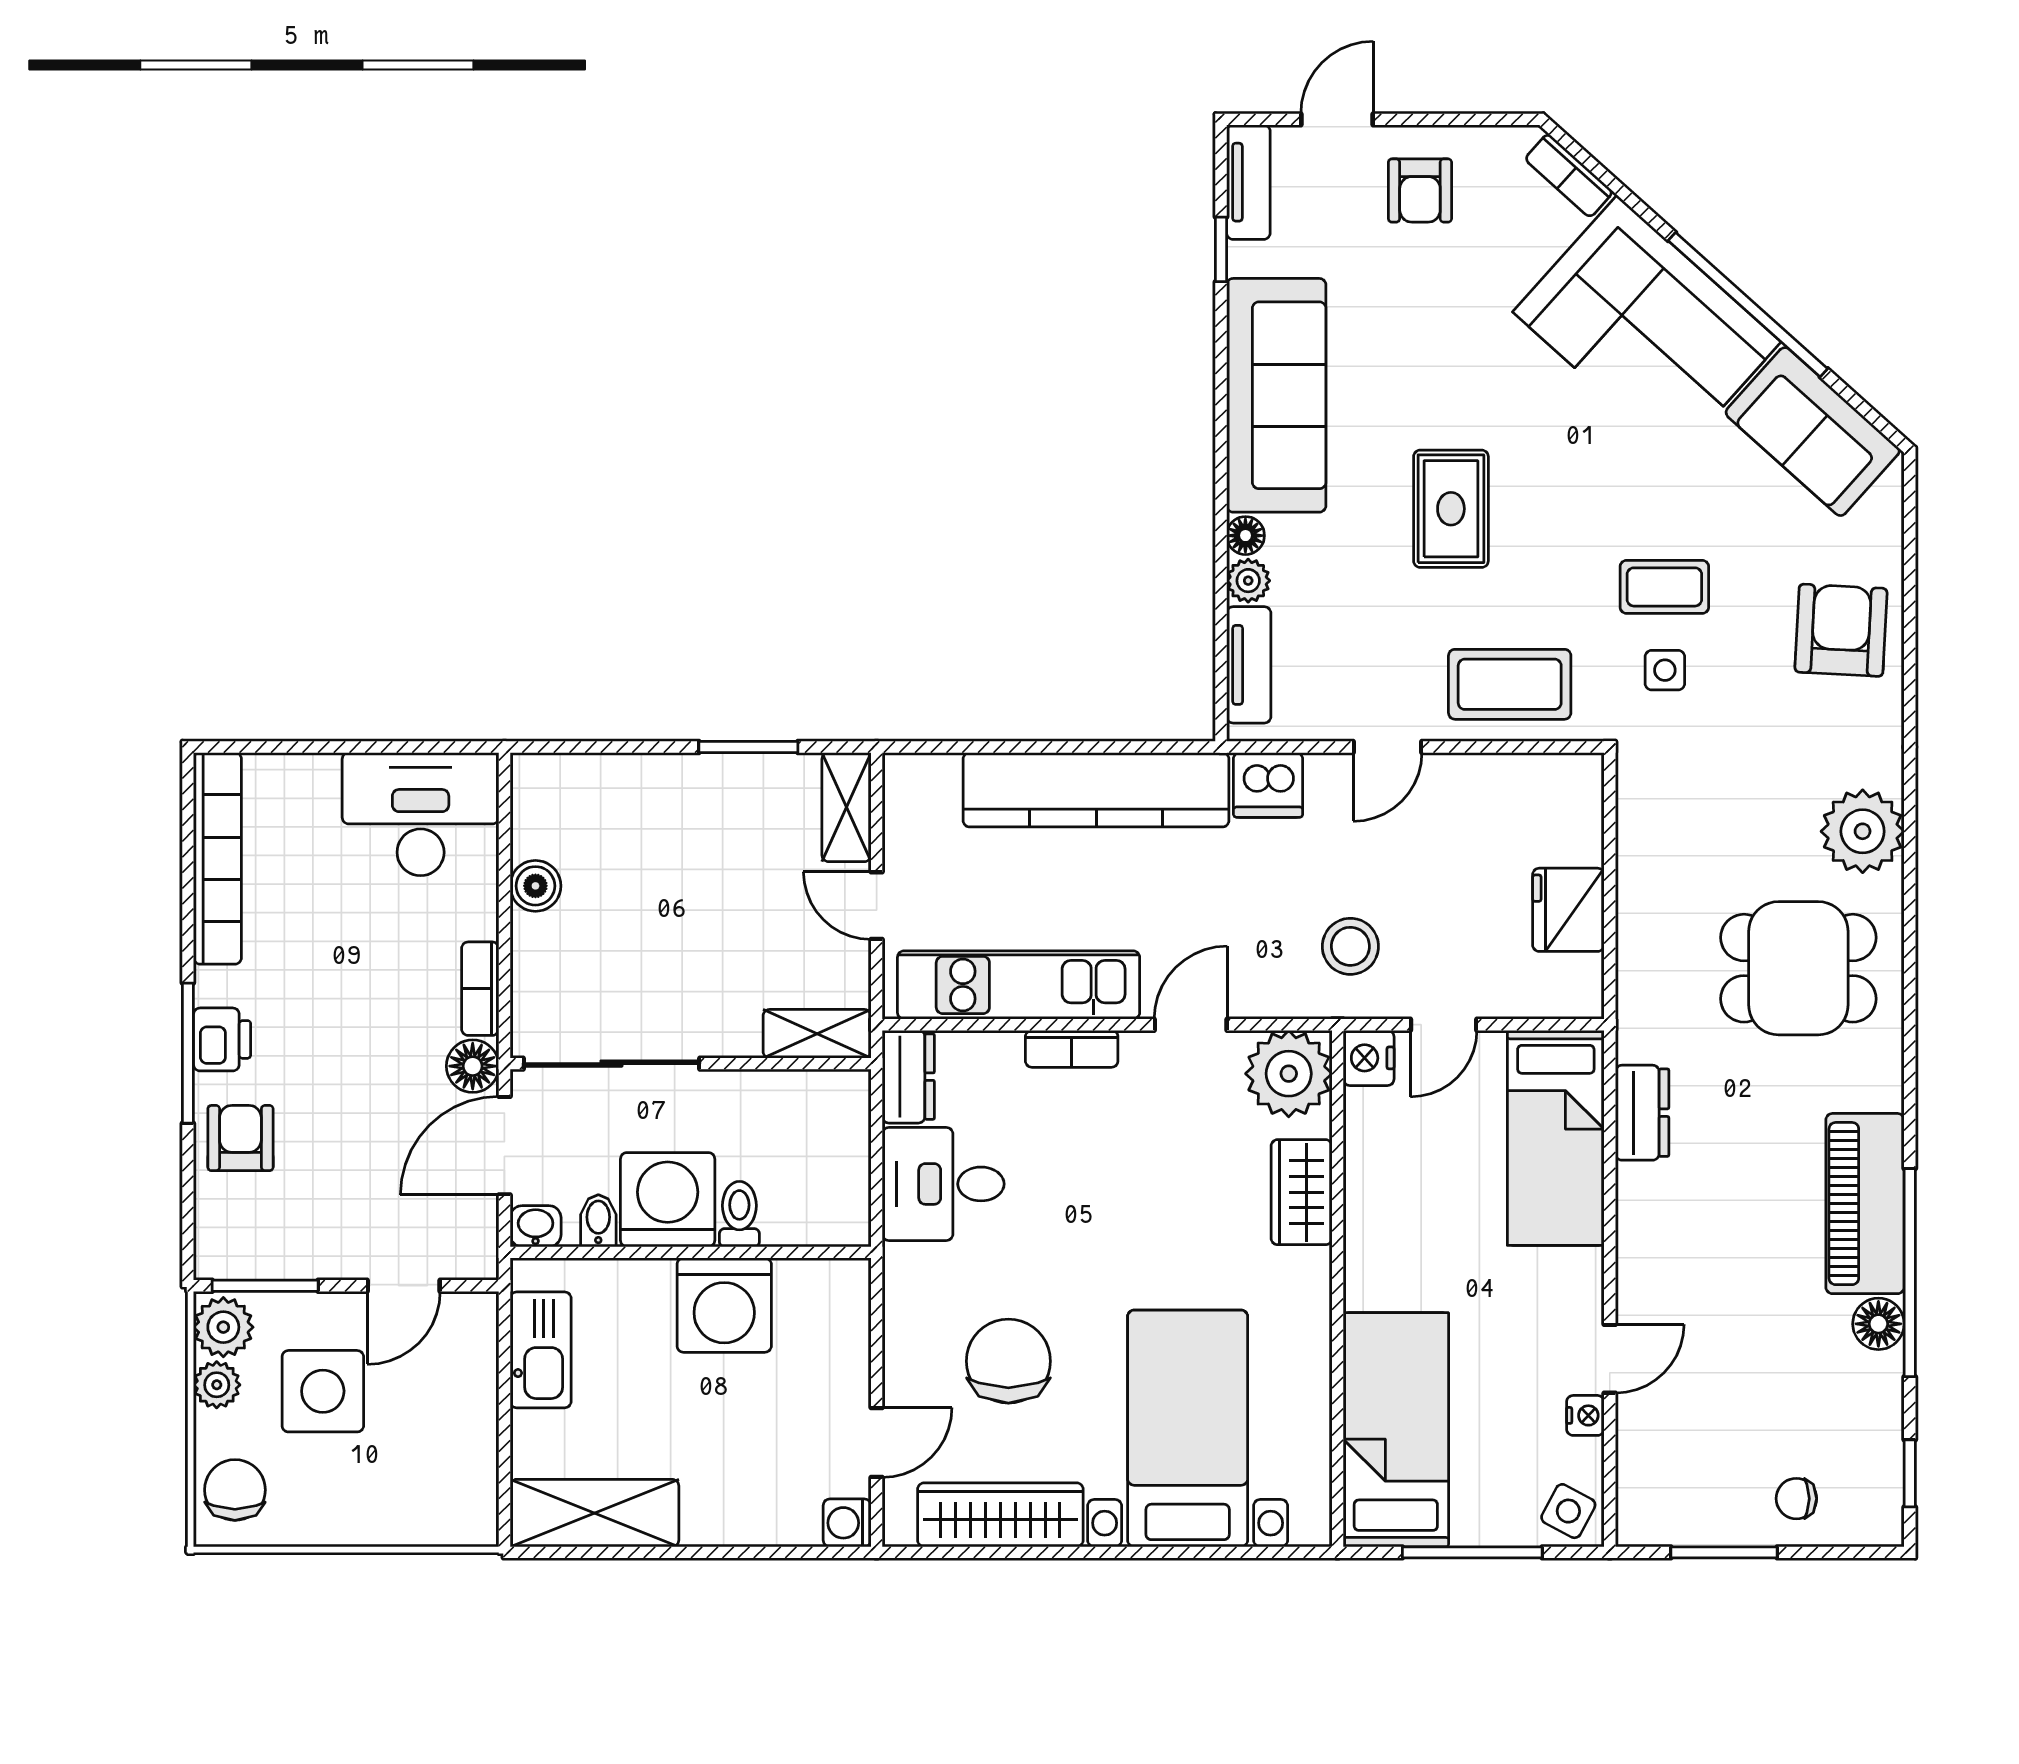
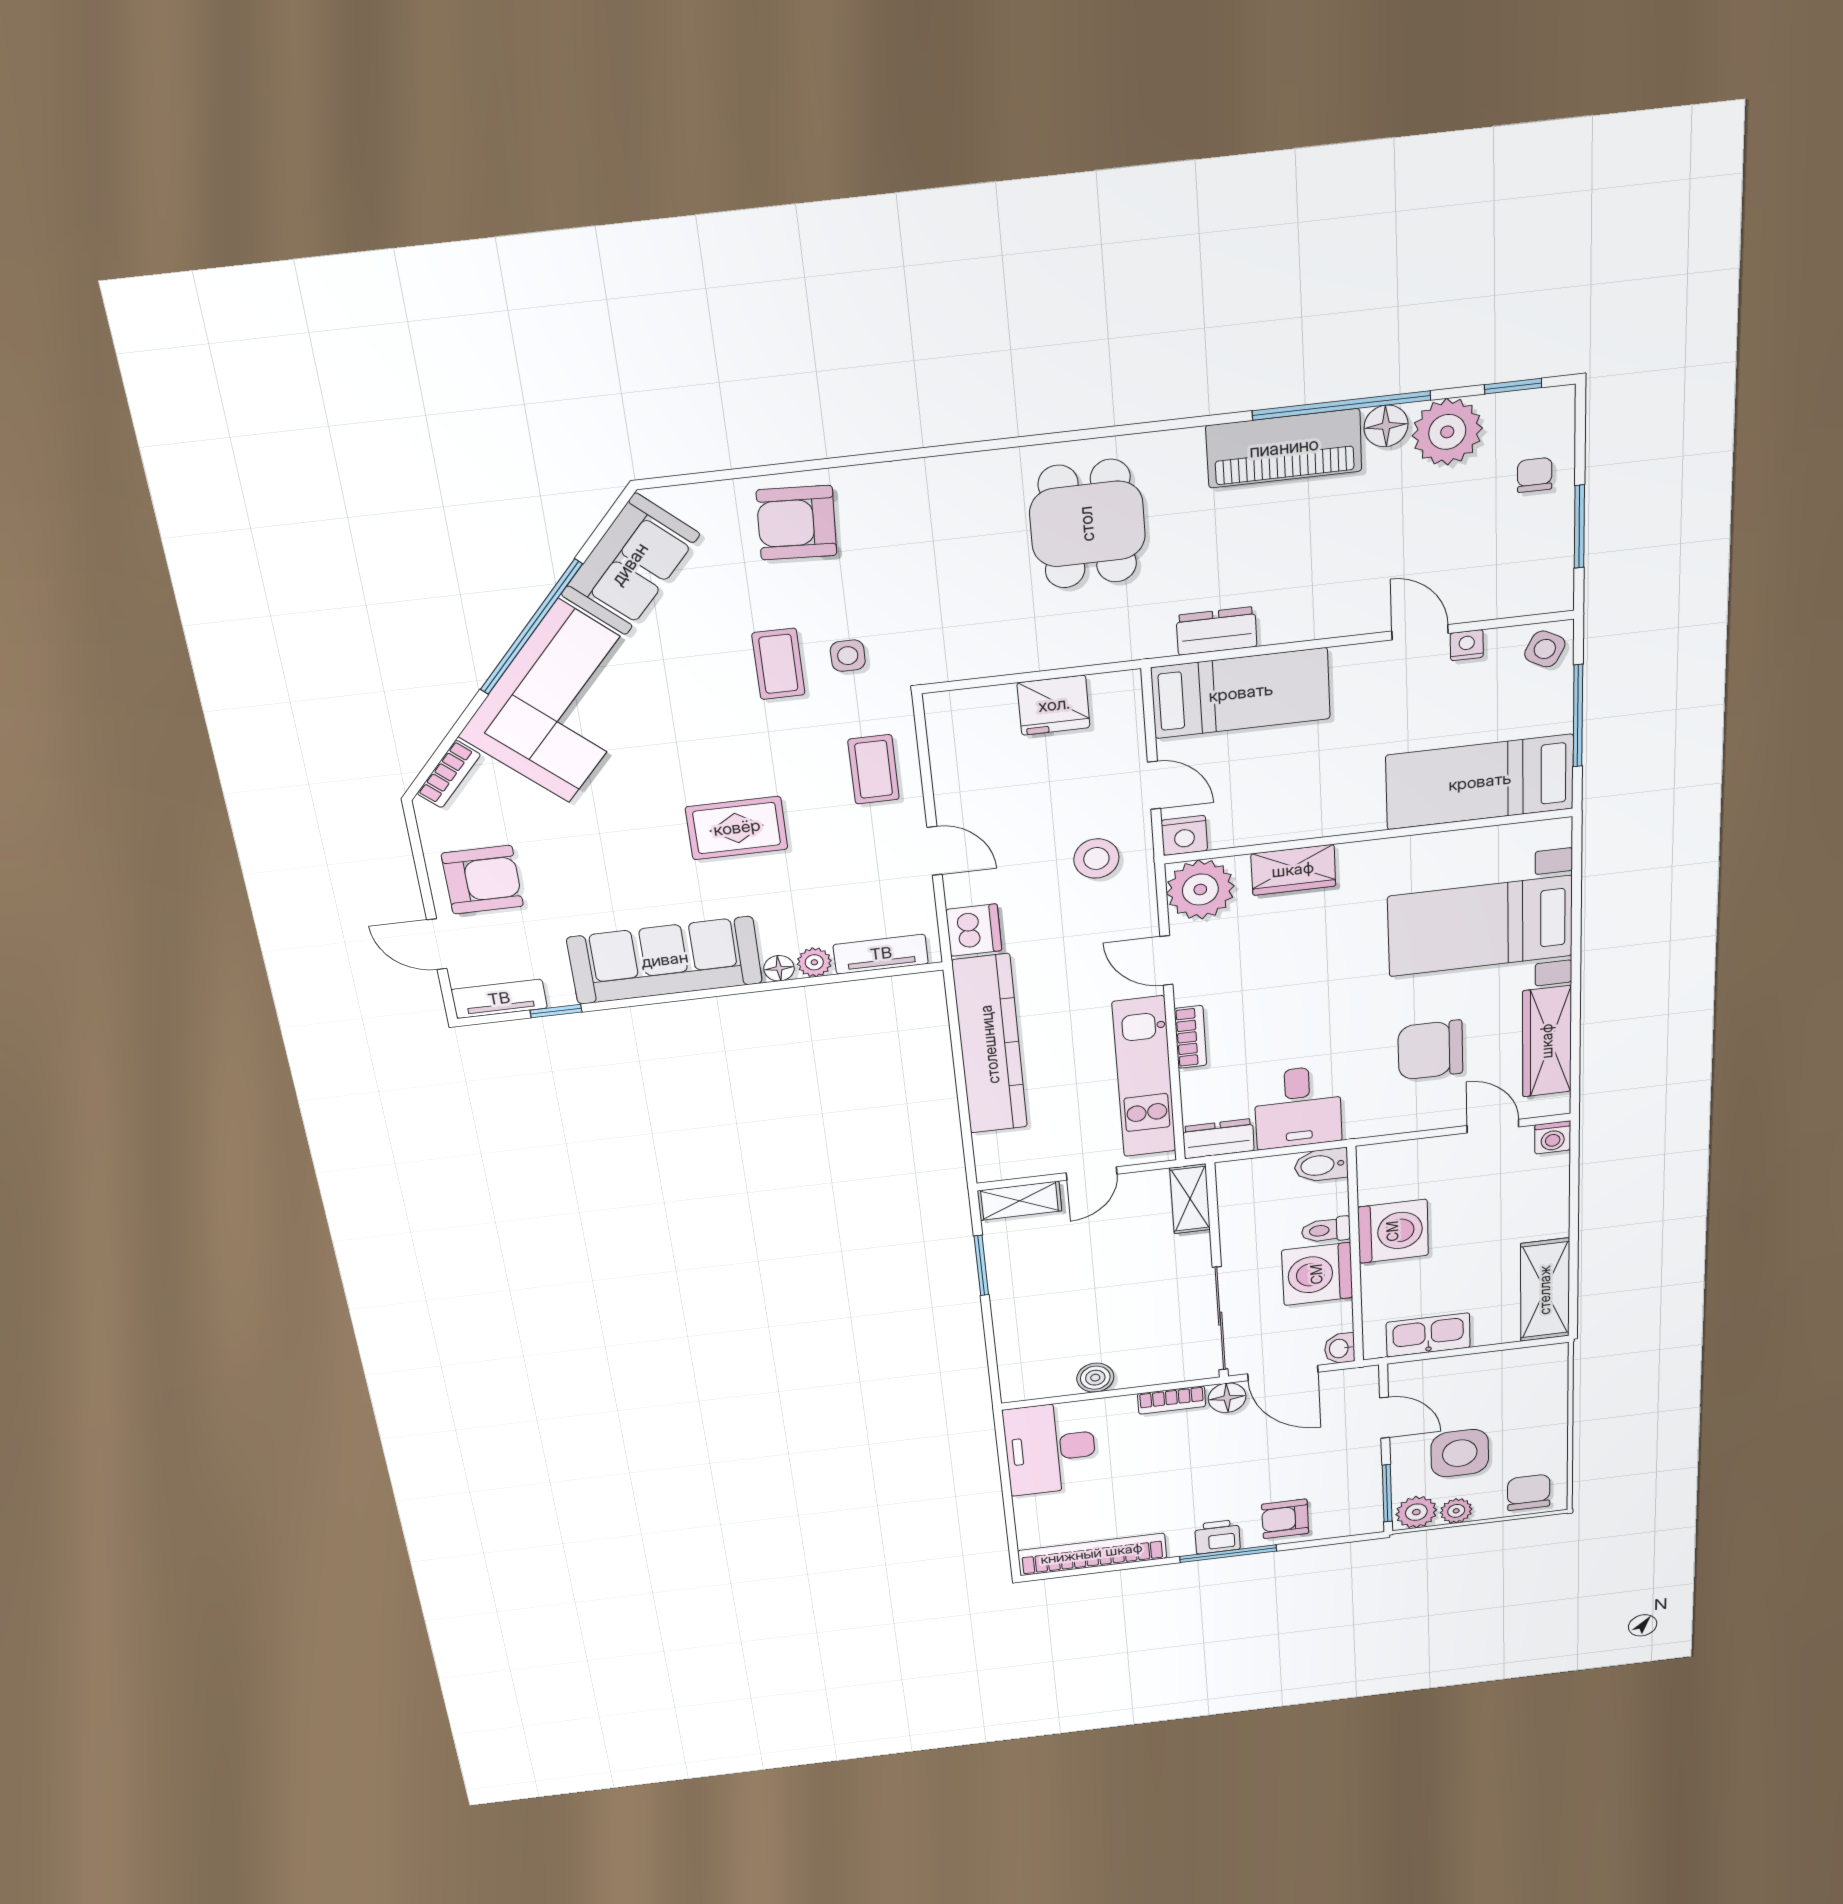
armchair: (1420, 190) -> (482, 880), width x1.38, depth x1.38
coffee table: (1510, 684) -> (874, 769), width x0.73, depth x0.77
plant: (1863, 831) -> (1447, 432), moved
bidet: (598, 1221) -> (1321, 1165), moved, width x1.38, depth x1.36
chair: (235, 1490) -> (1529, 1492), turned 90
chair: (1796, 1499) -> (1535, 475), turned 180

